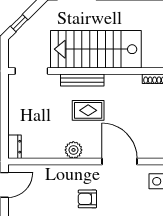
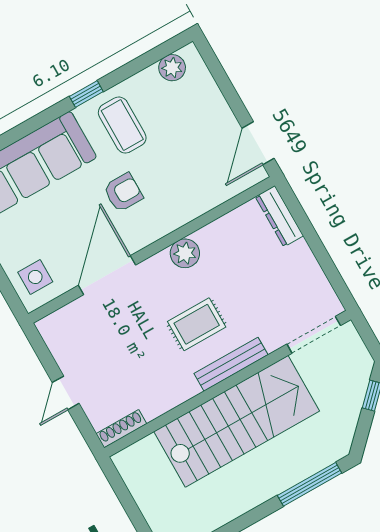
dresser: (15, 147) -> (279, 216), width x1.44
door: (120, 161) -> (107, 275), swing flipped

